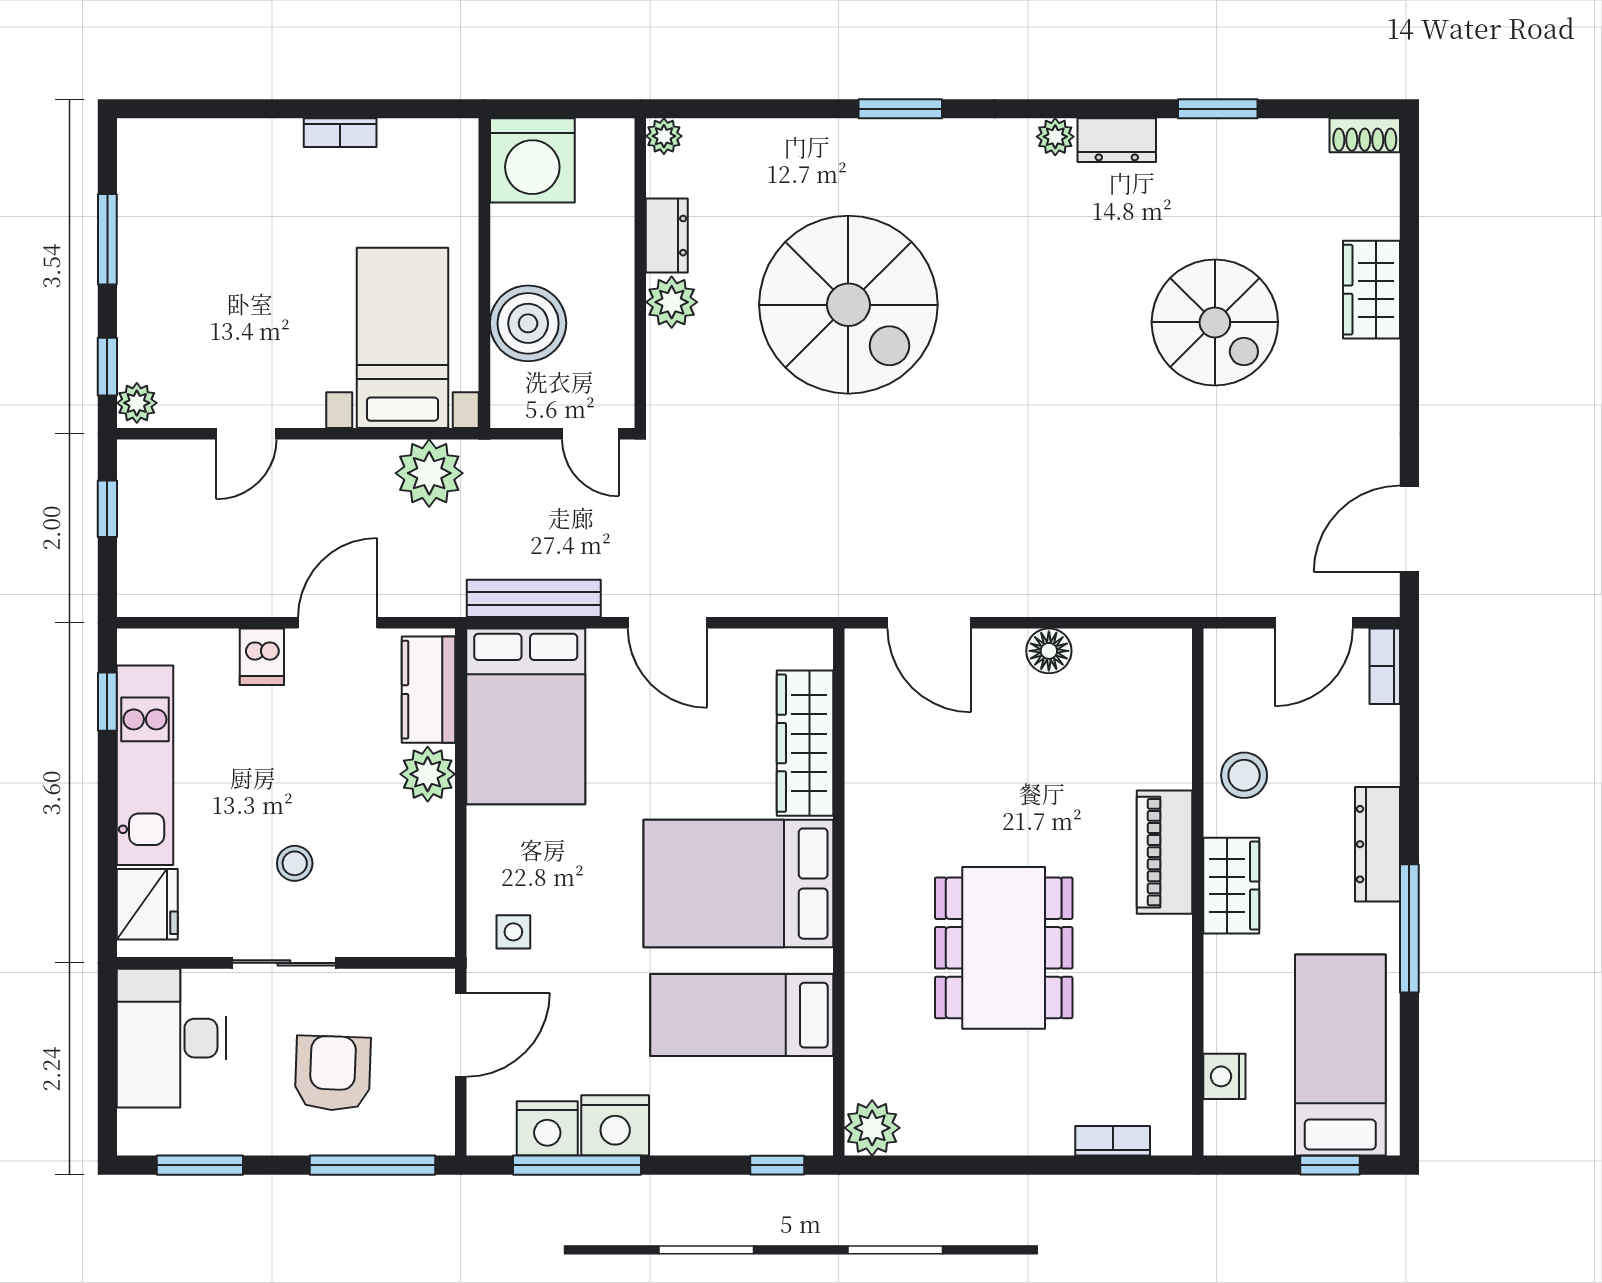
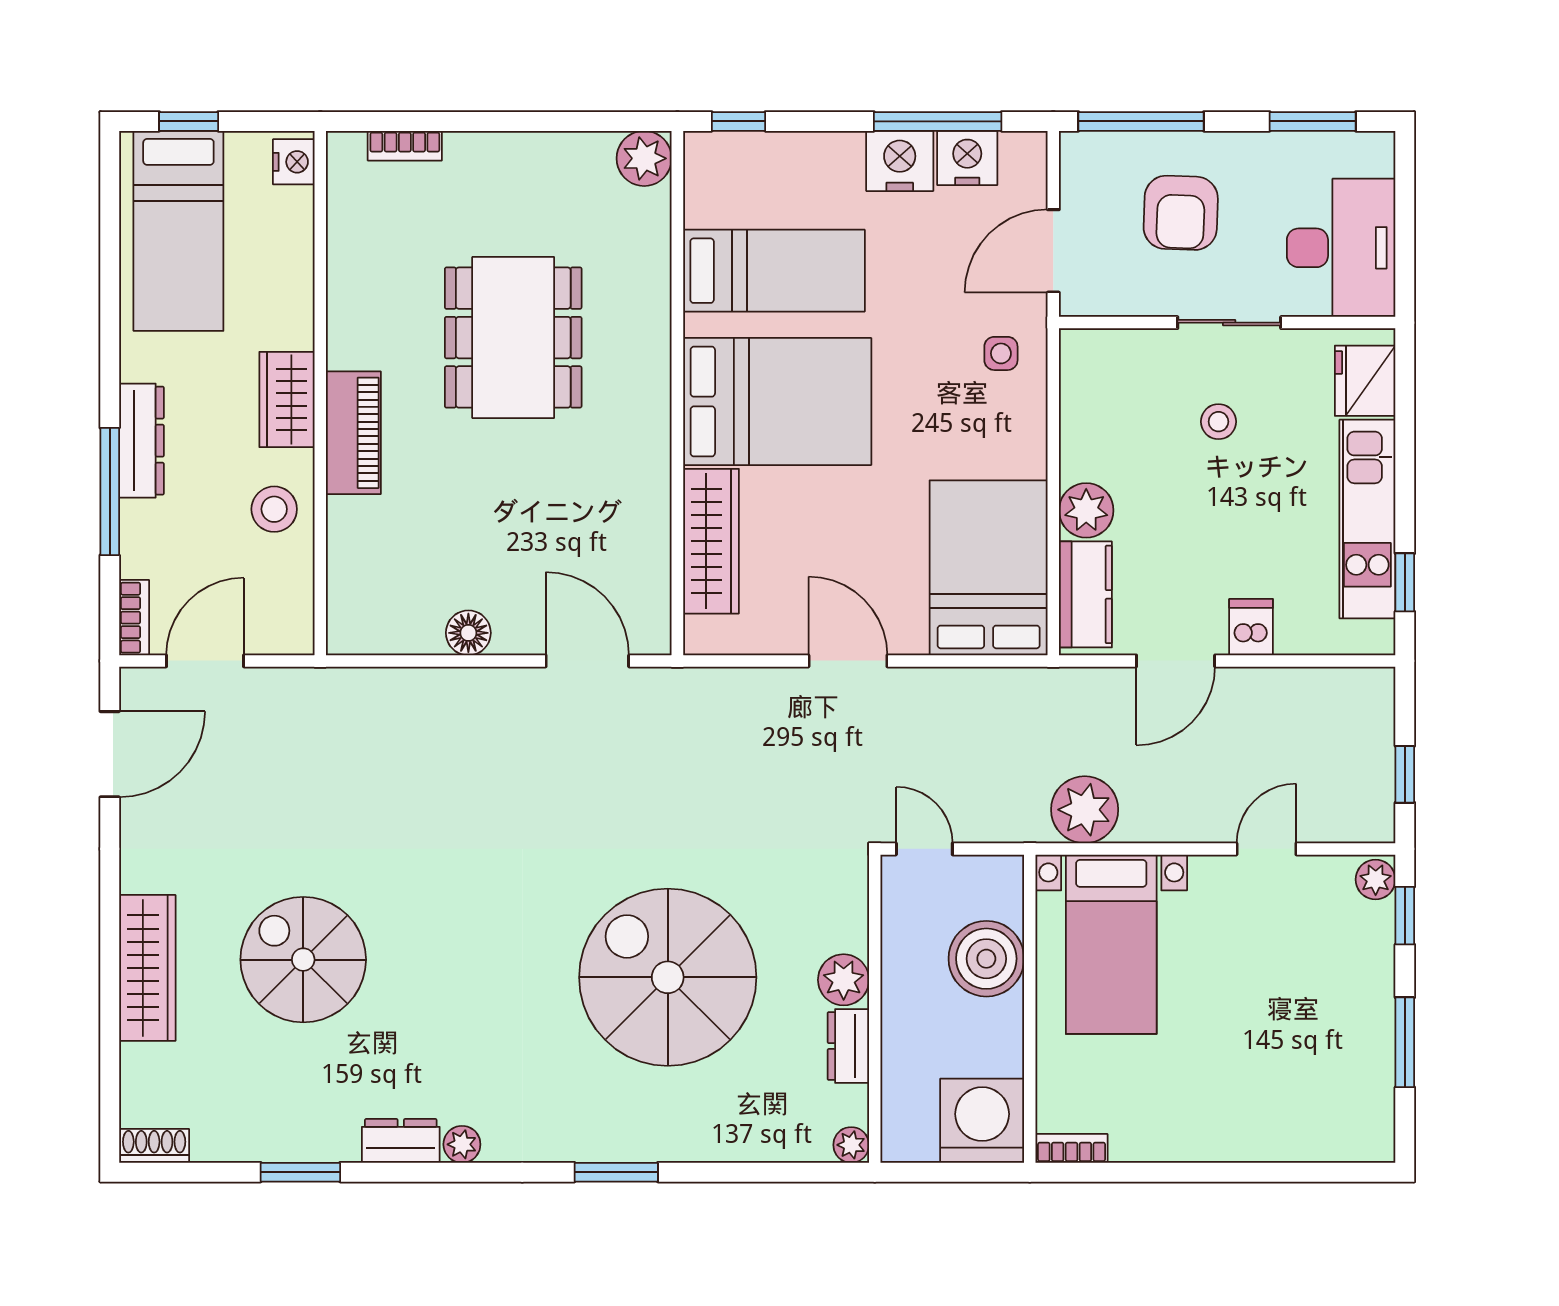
bookcase: (340, 133) -> (1072, 1148), moved
wardrobe: (1372, 290) -> (147, 968), width x1.50
bench: (534, 598) -> (981, 685), removed
window: (1409, 928) -> (110, 491), moved
nightstand: (1224, 1076) -> (294, 162), moved

